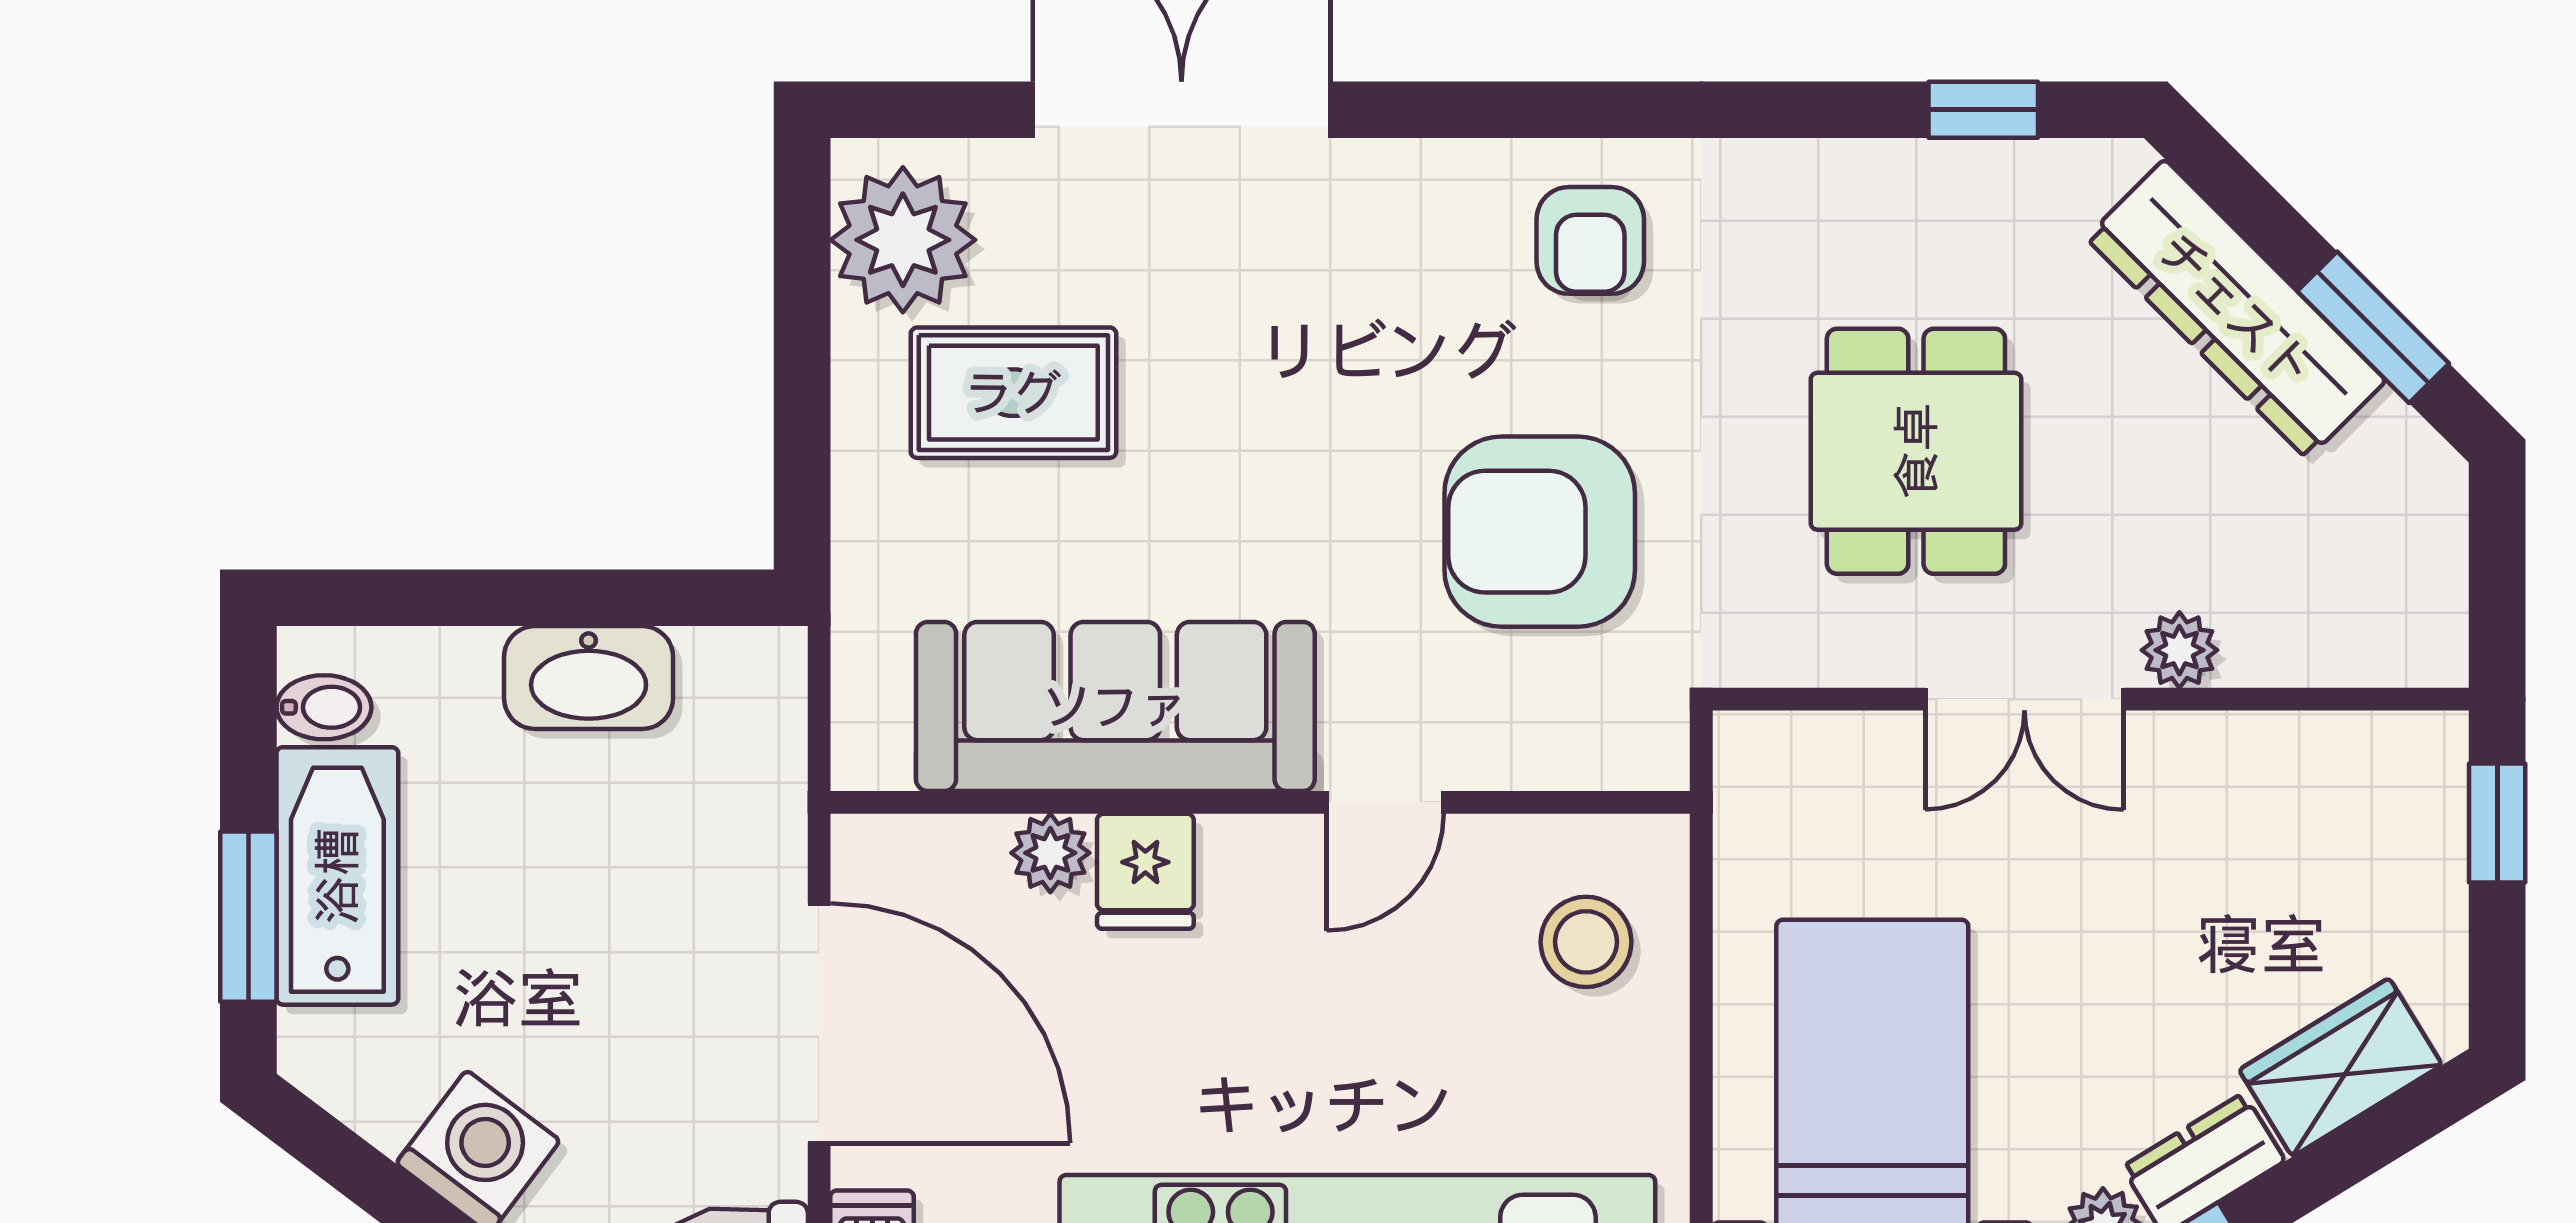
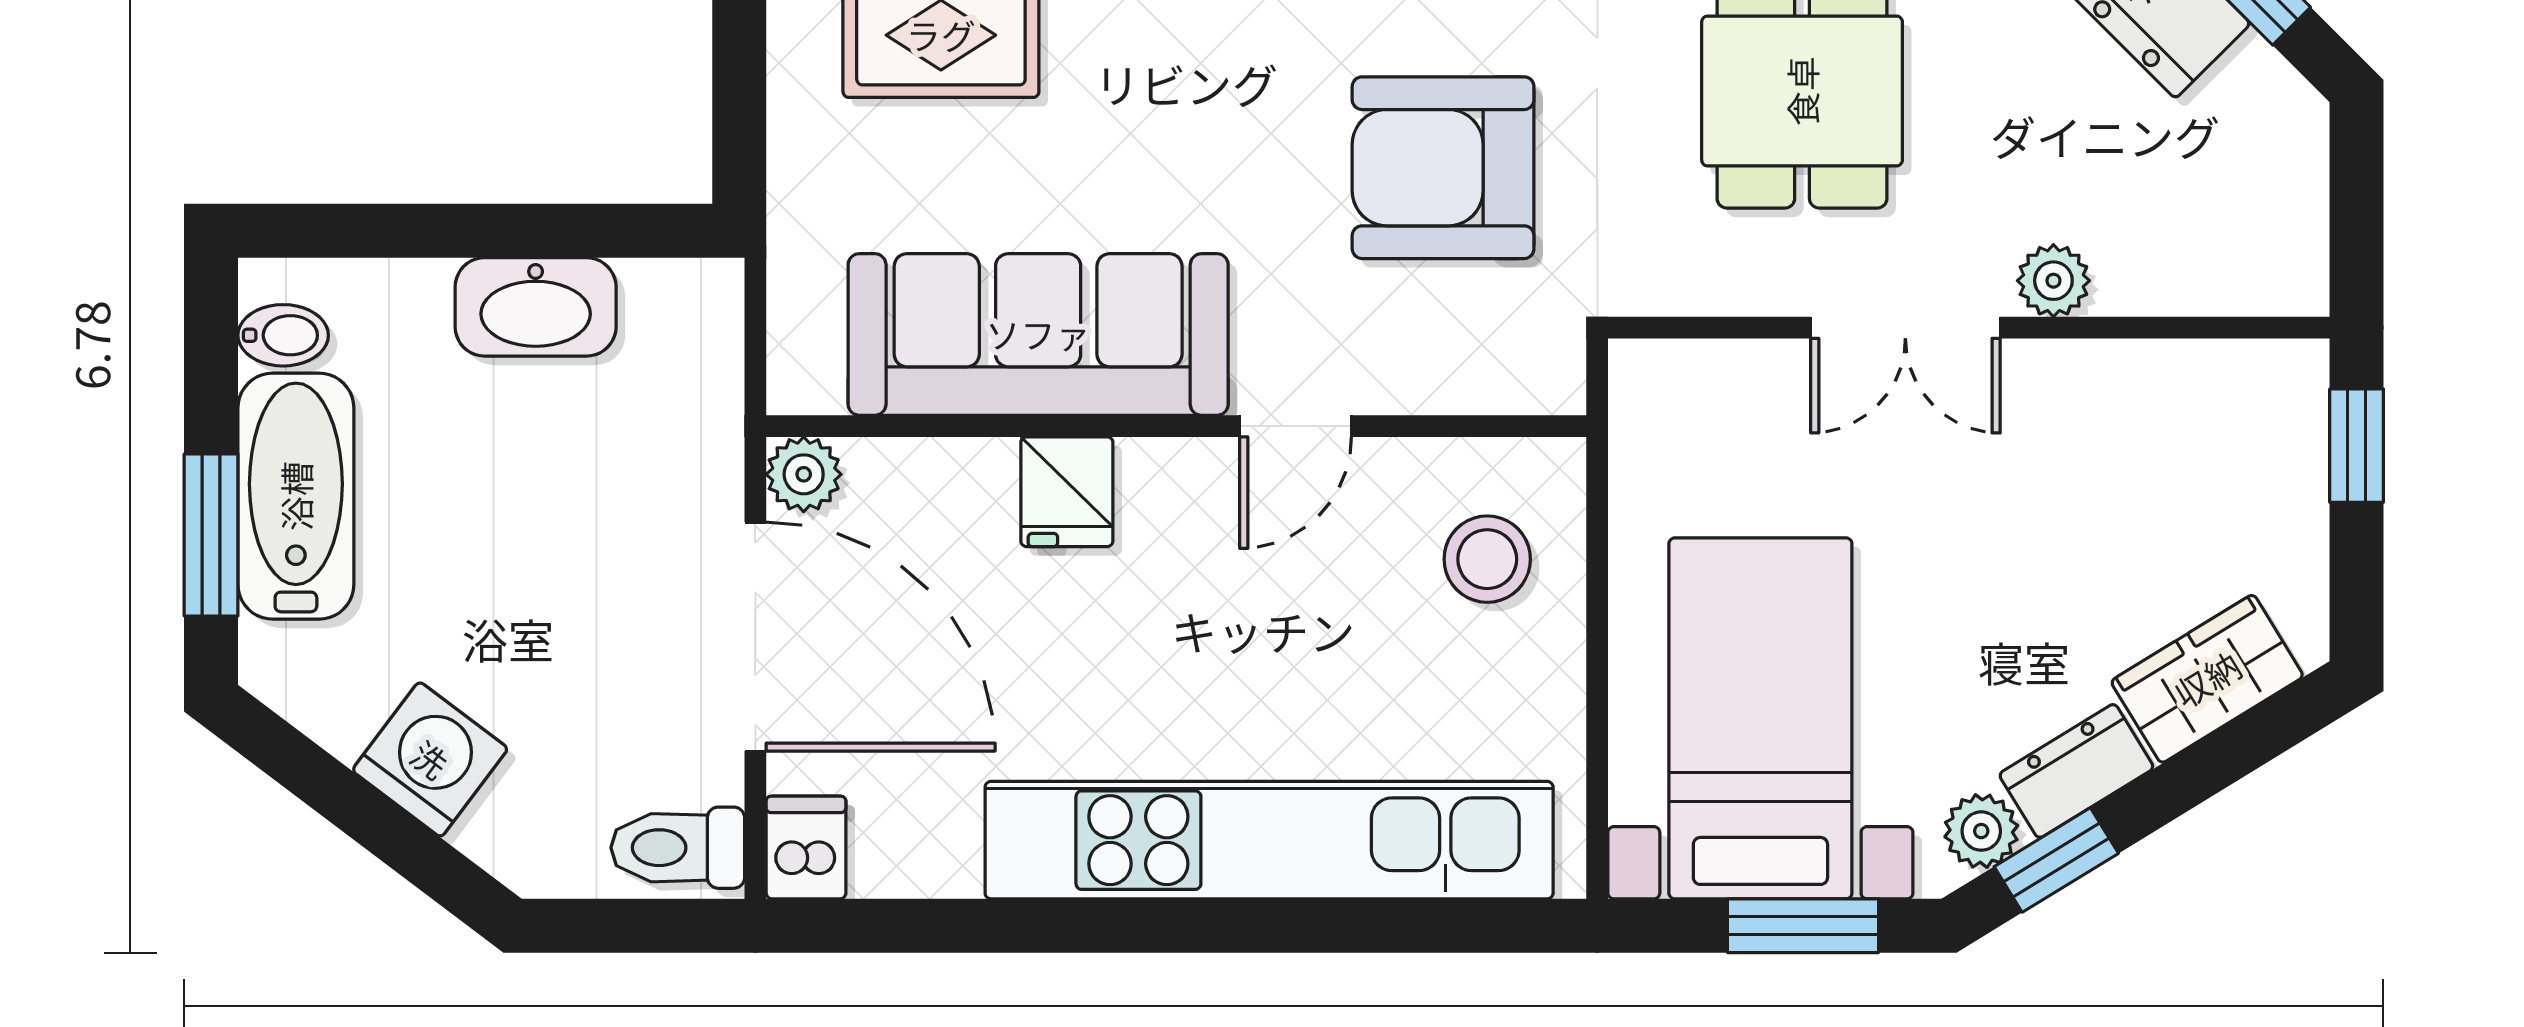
plant: (1050, 853) -> (804, 474), moved

